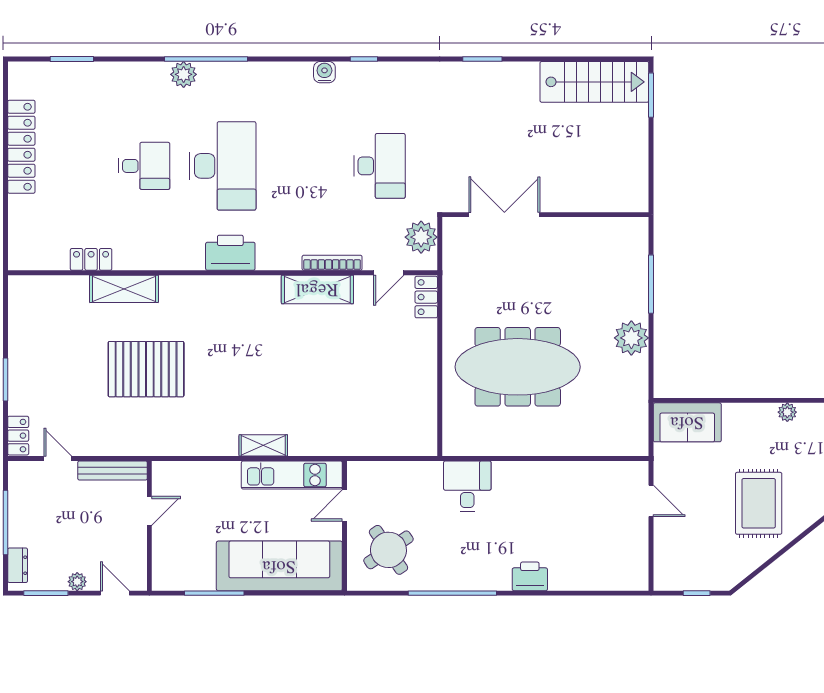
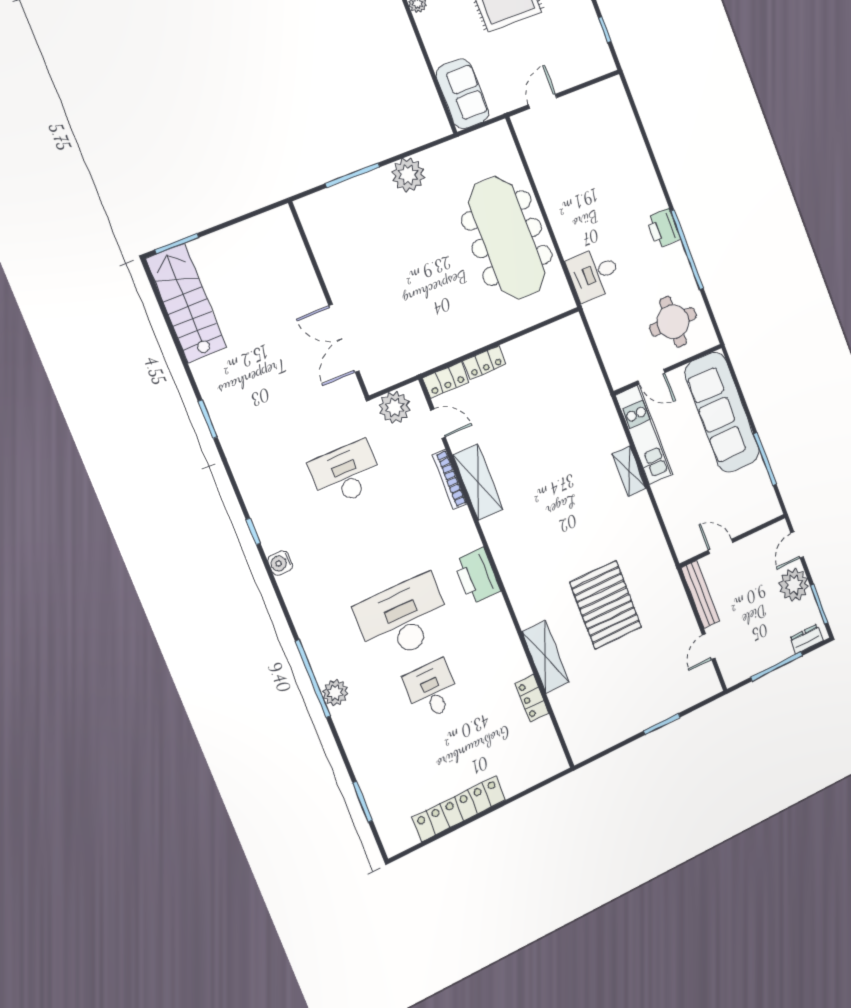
meeting table: (518, 367) -> (507, 238), moved
locker: (18, 436) -> (485, 363), moved, turned 180
round table: (388, 550) -> (673, 322), turned 34
printer: (530, 576) -> (663, 228), moved
plant: (77, 582) -> (794, 585), width x1.87, depth x1.87

